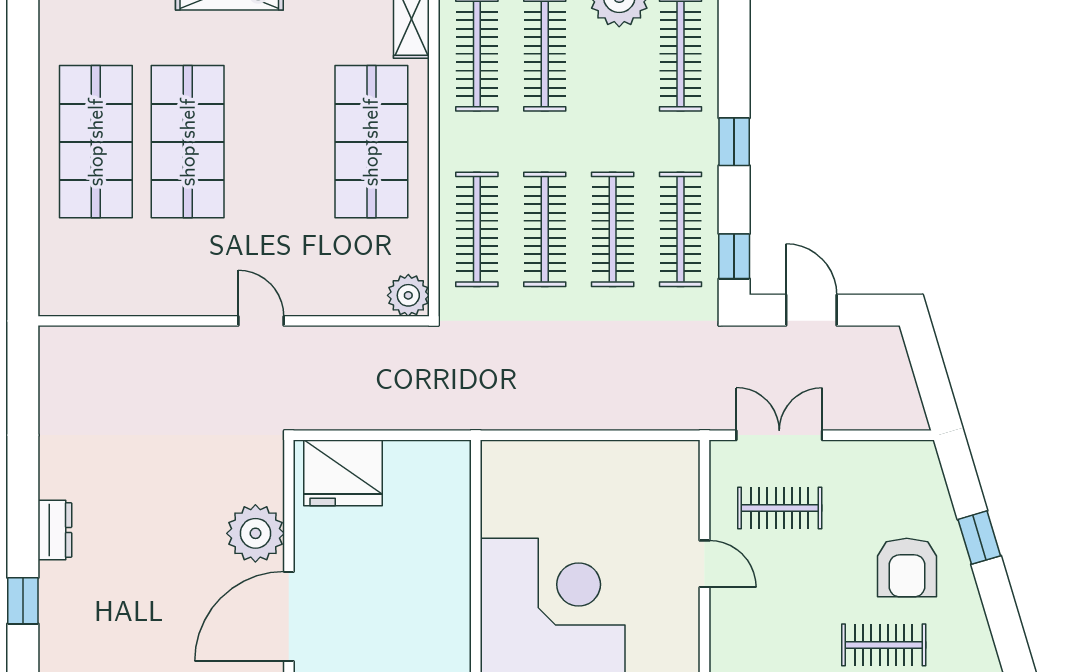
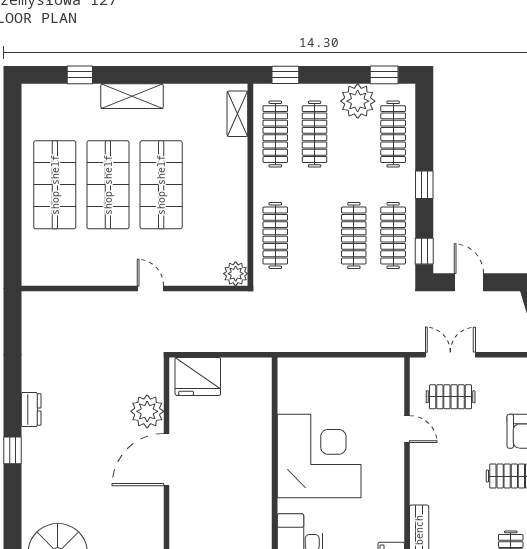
shop shelf: (371, 142) -> (161, 185), moved
clothes rail: (545, 229) -> (315, 236), removed

